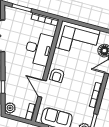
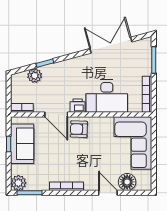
printer: (40, 72) -> (78, 106), added
door: (42, 89) -> (56, 114), swing flipped
plant: (10, 108) -> (35, 76), moved

